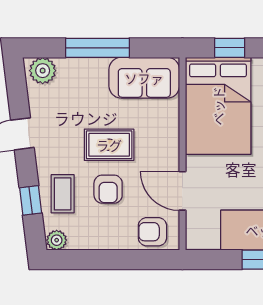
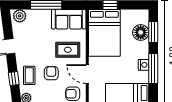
rug: (109, 145) -> (68, 50), moved
armchair: (108, 189) -> (51, 73), turned 180

